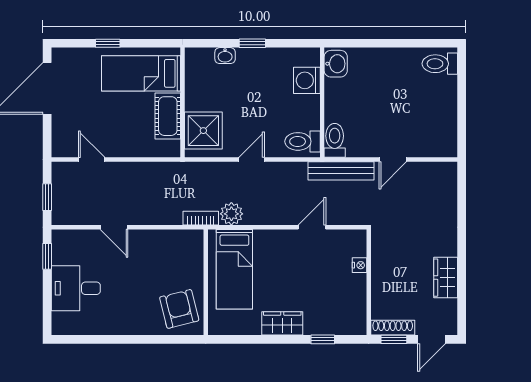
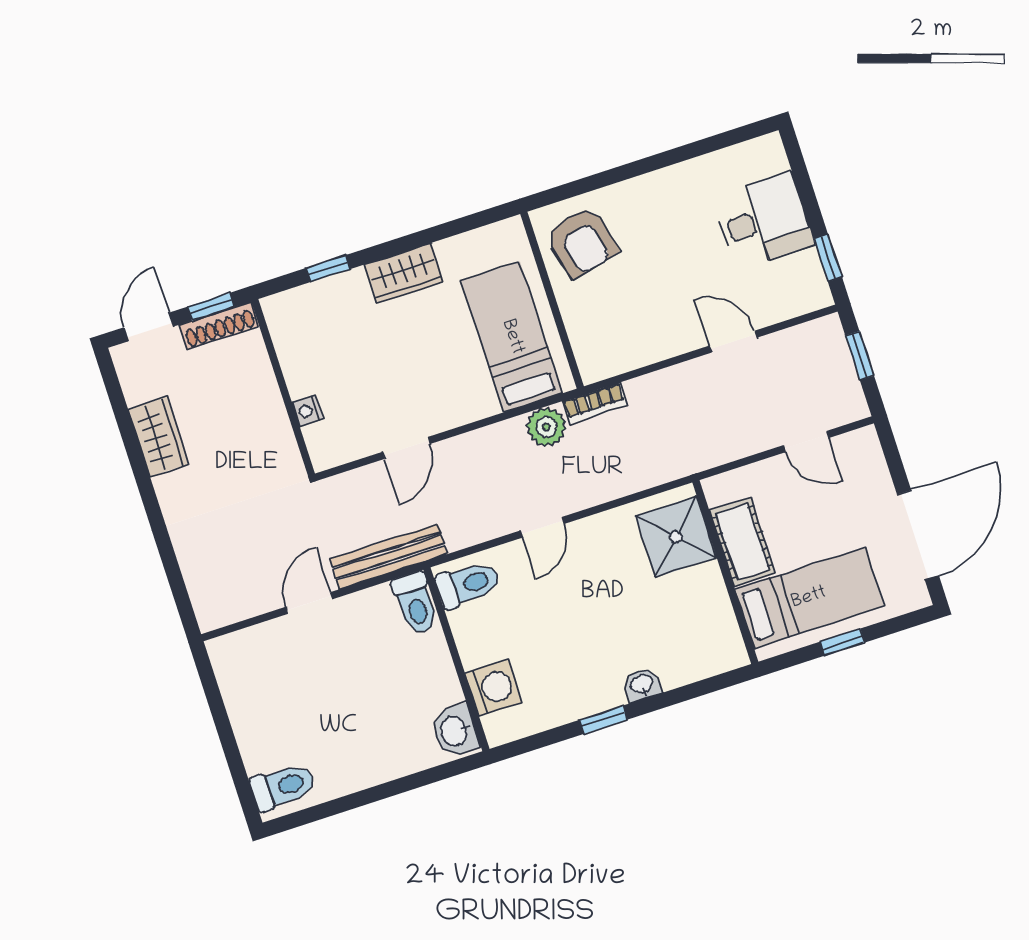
bed: (141, 73) -> (809, 598), moved
wall: (183, 102) -> (725, 572), moved
cot: (168, 116) -> (742, 542), moved
shower: (203, 131) -> (676, 537), moved

